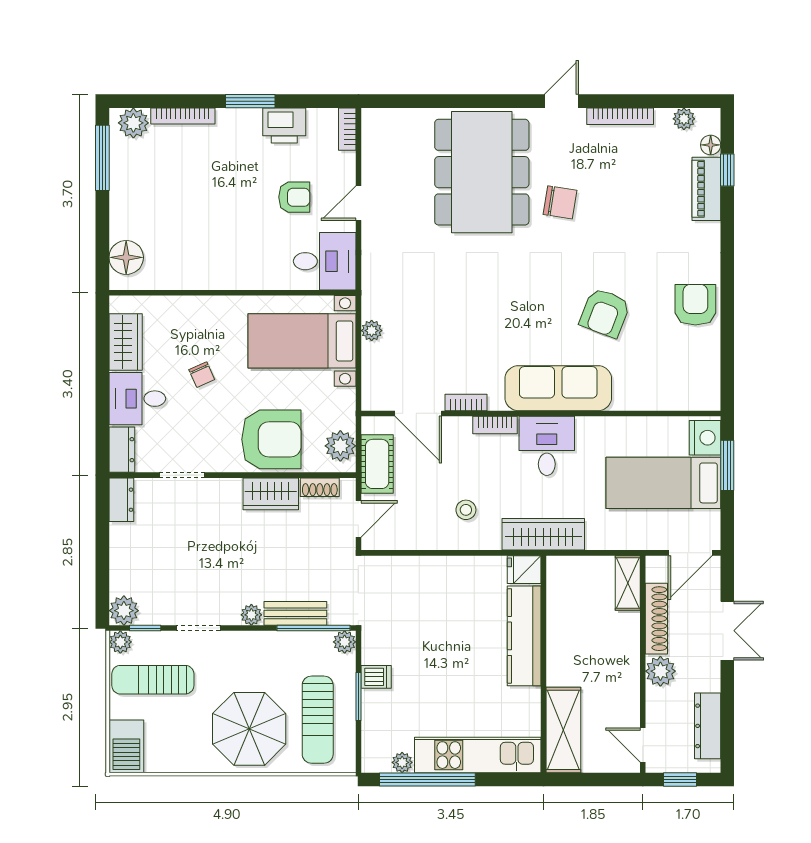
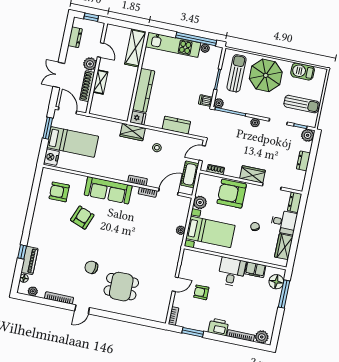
window: (250, 101) -> (193, 332), moved
printer: (284, 125) -> (218, 327), moved
window: (102, 158) -> (284, 294), moved
window: (727, 170) -> (22, 252), moved
dining table: (482, 172) -> (121, 287), width x0.53, depth x0.80
desk: (325, 261) -> (232, 272), moved, turned 90
filing cabinet: (180, 275) -> (255, 270), added
armchair: (695, 305) -> (59, 192), moved, turned 90
door: (418, 413) -> (168, 192), hinge flipped
plant: (340, 446) -> (200, 202), moved
desk: (547, 446) -> (118, 167), removed
window: (727, 465) -> (48, 128), moved
wardrobe: (271, 494) -> (253, 174), moved
dresser: (121, 500) -> (303, 161), moved
wardrobe: (543, 534) -> (133, 132), width x0.67
door: (690, 553) -> (67, 111), hinge flipped
kitchen counter: (432, 571) -> (176, 125), added
shelving: (628, 583) -> (100, 82), moved
bench: (295, 613) -> (237, 119), removed
plant: (120, 642) -> (312, 123), removed
dishwasher: (376, 677) -> (206, 101), moved
dresser: (708, 726) -> (75, 37), width x0.70
door: (643, 745) -> (101, 50), moved
barbecue: (126, 746) -> (303, 71), moved, turned -90

